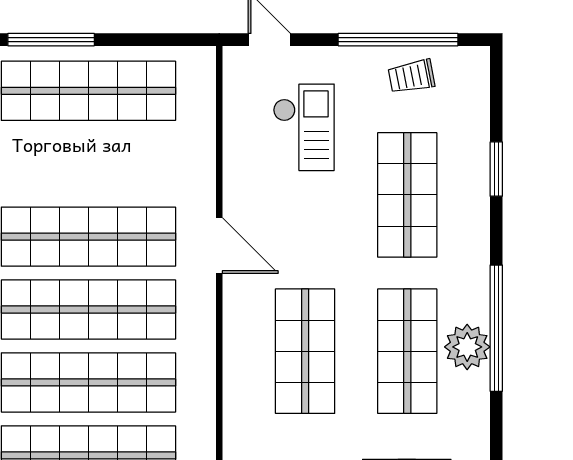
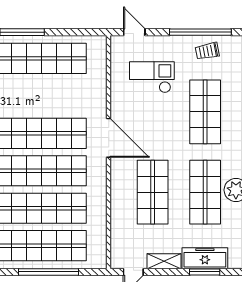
checkout: (304, 127) -> (152, 77), turned -90
door: (219, 246) -> (109, 138), width x1.36

